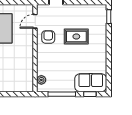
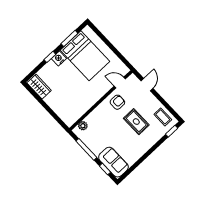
coffee table: (92, 13) -> (163, 117), added

